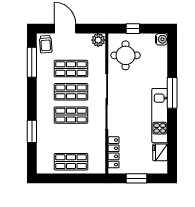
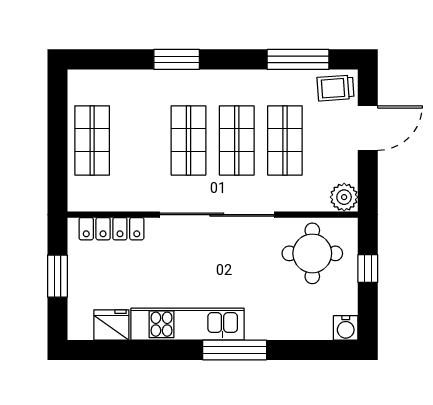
window: (32, 131) -> (177, 59), moved

